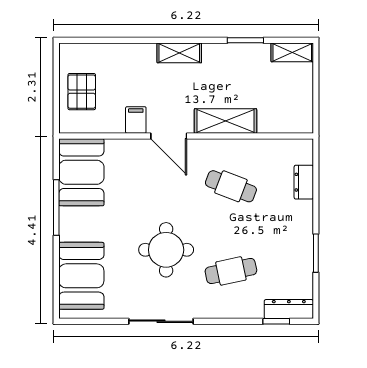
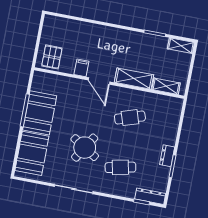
shelving: (179, 53) -> (166, 86), moved
pallet: (82, 92) -> (52, 57), moved
booth: (81, 172) -> (40, 113), moved
dresser: (304, 182) -> (167, 156), moved
cafe table: (231, 186) -> (130, 118), turned -39
round table: (166, 250) -> (85, 148), turned 32

